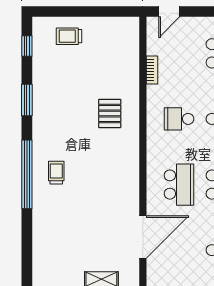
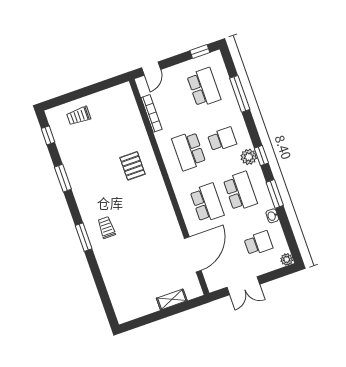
bookcase: (152, 70) -> (152, 113), width x1.56
school desk: (179, 119) -> (189, 151), width x1.85
window: (27, 174) -> (84, 237), width x0.47

